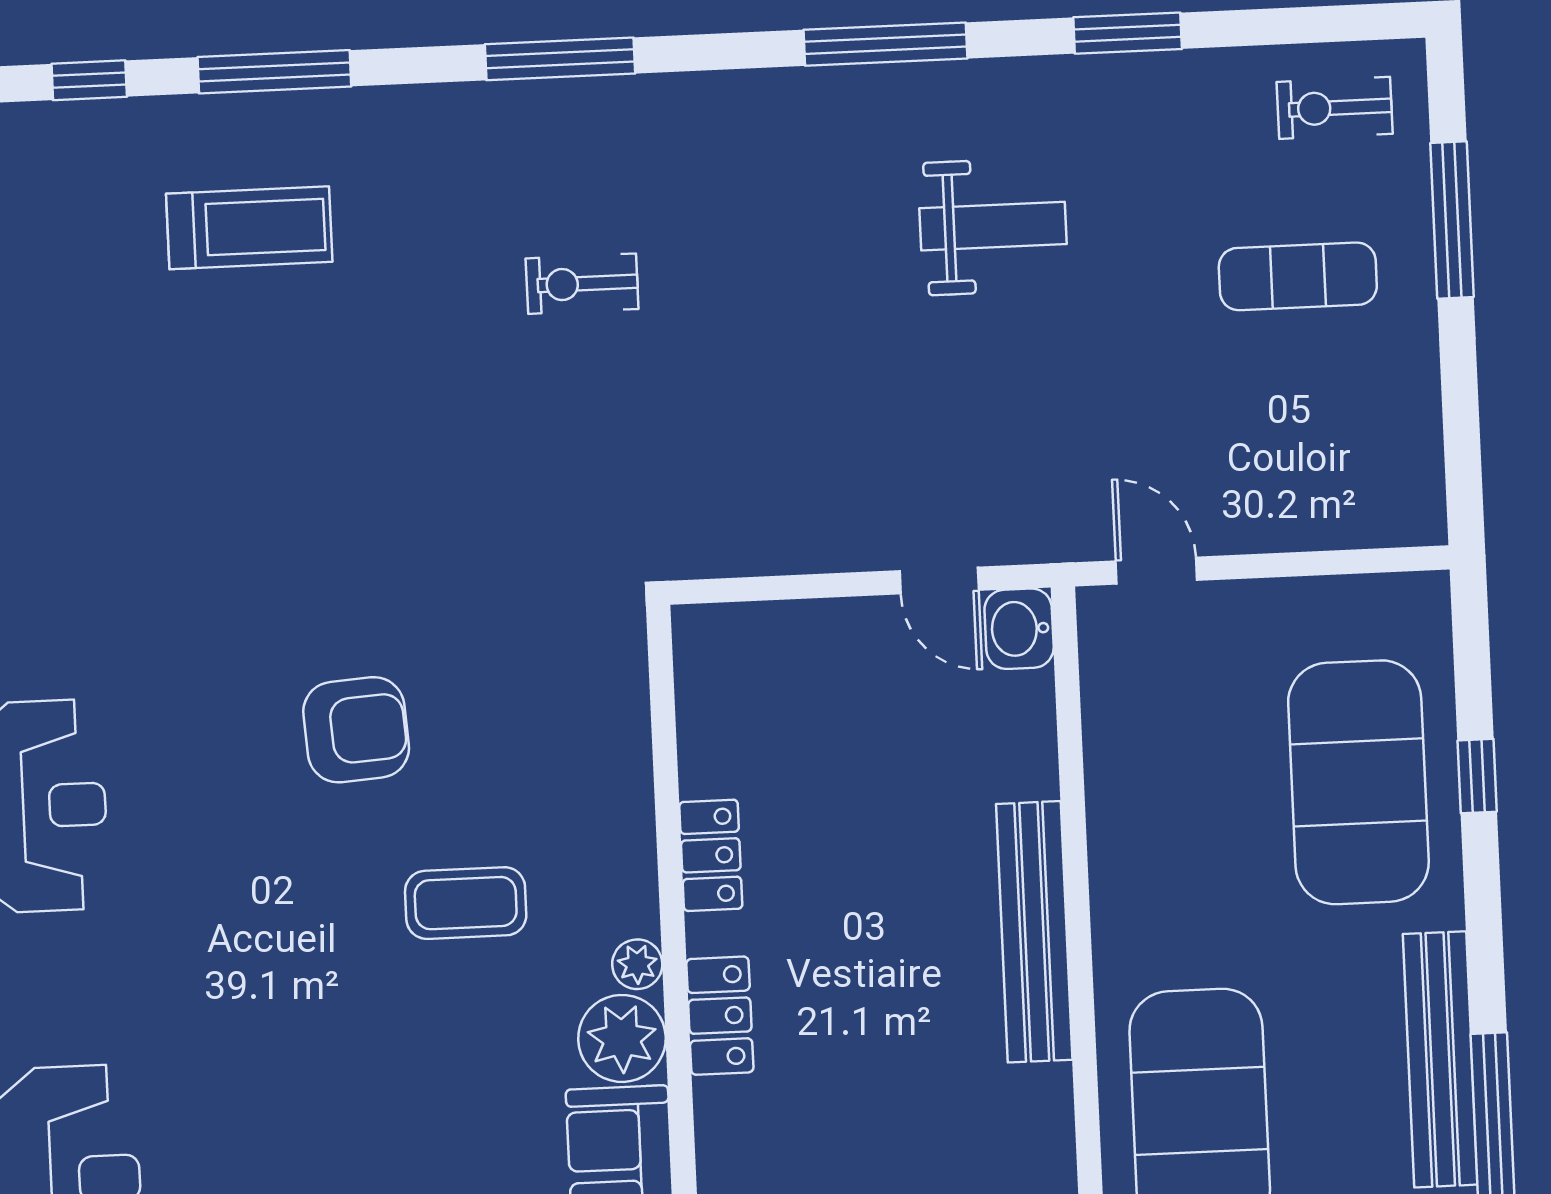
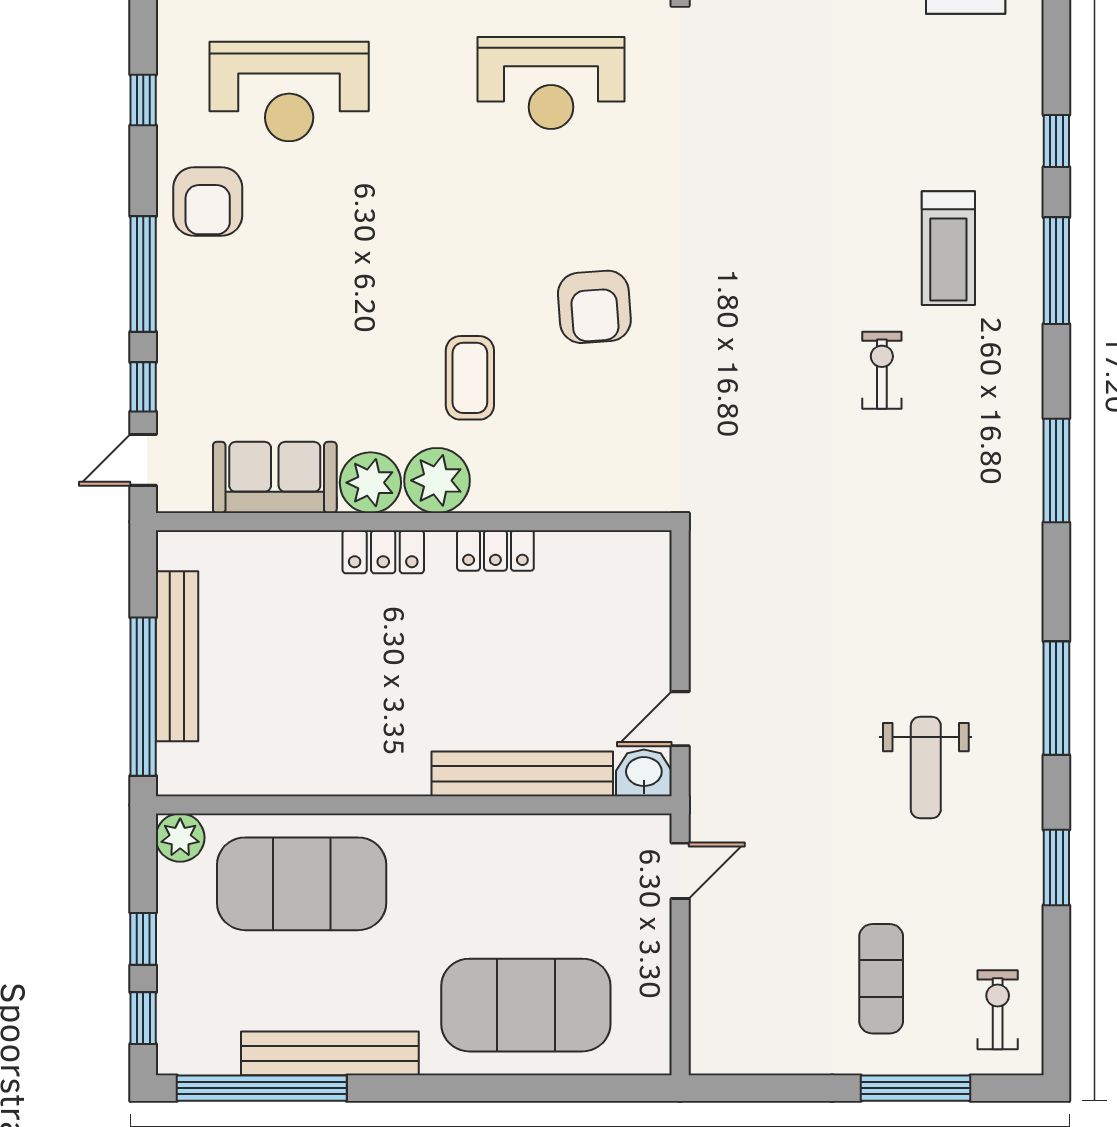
exercise bike: (582, 284) -> (882, 370), moved
window: (1477, 776) -> (526, 1088), removed
bench: (1034, 932) -> (522, 774), moved
plant: (637, 964) -> (437, 480), width x1.88, depth x1.88

